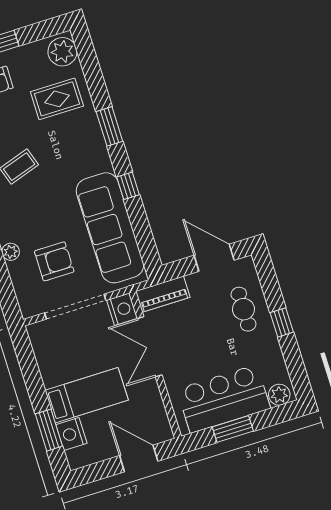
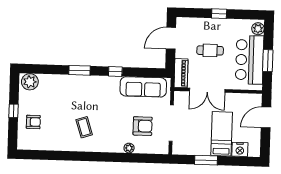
rug: (57, 99) -> (54, 94), removed
sofa: (110, 228) -> (143, 87), width x0.74, depth x0.79
armchair: (54, 261) -> (143, 126), turned 90
nightstand: (122, 309) -> (182, 98), removed
cafe table: (243, 309) -> (210, 50), moved
window: (49, 430) -> (206, 160), moved

